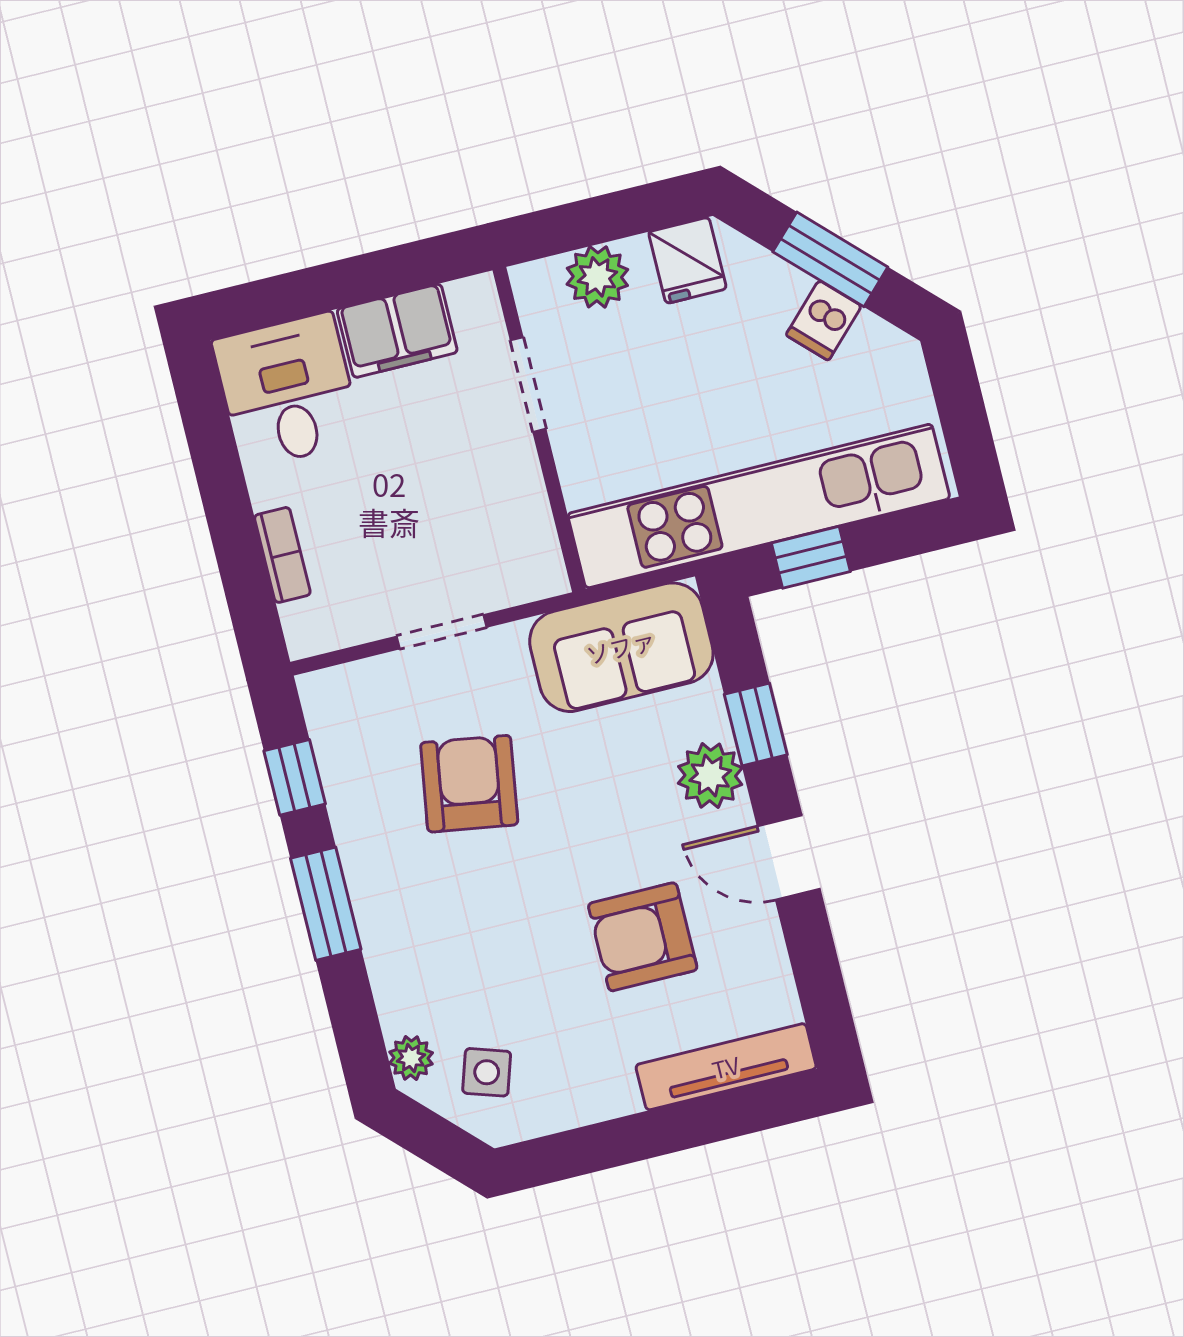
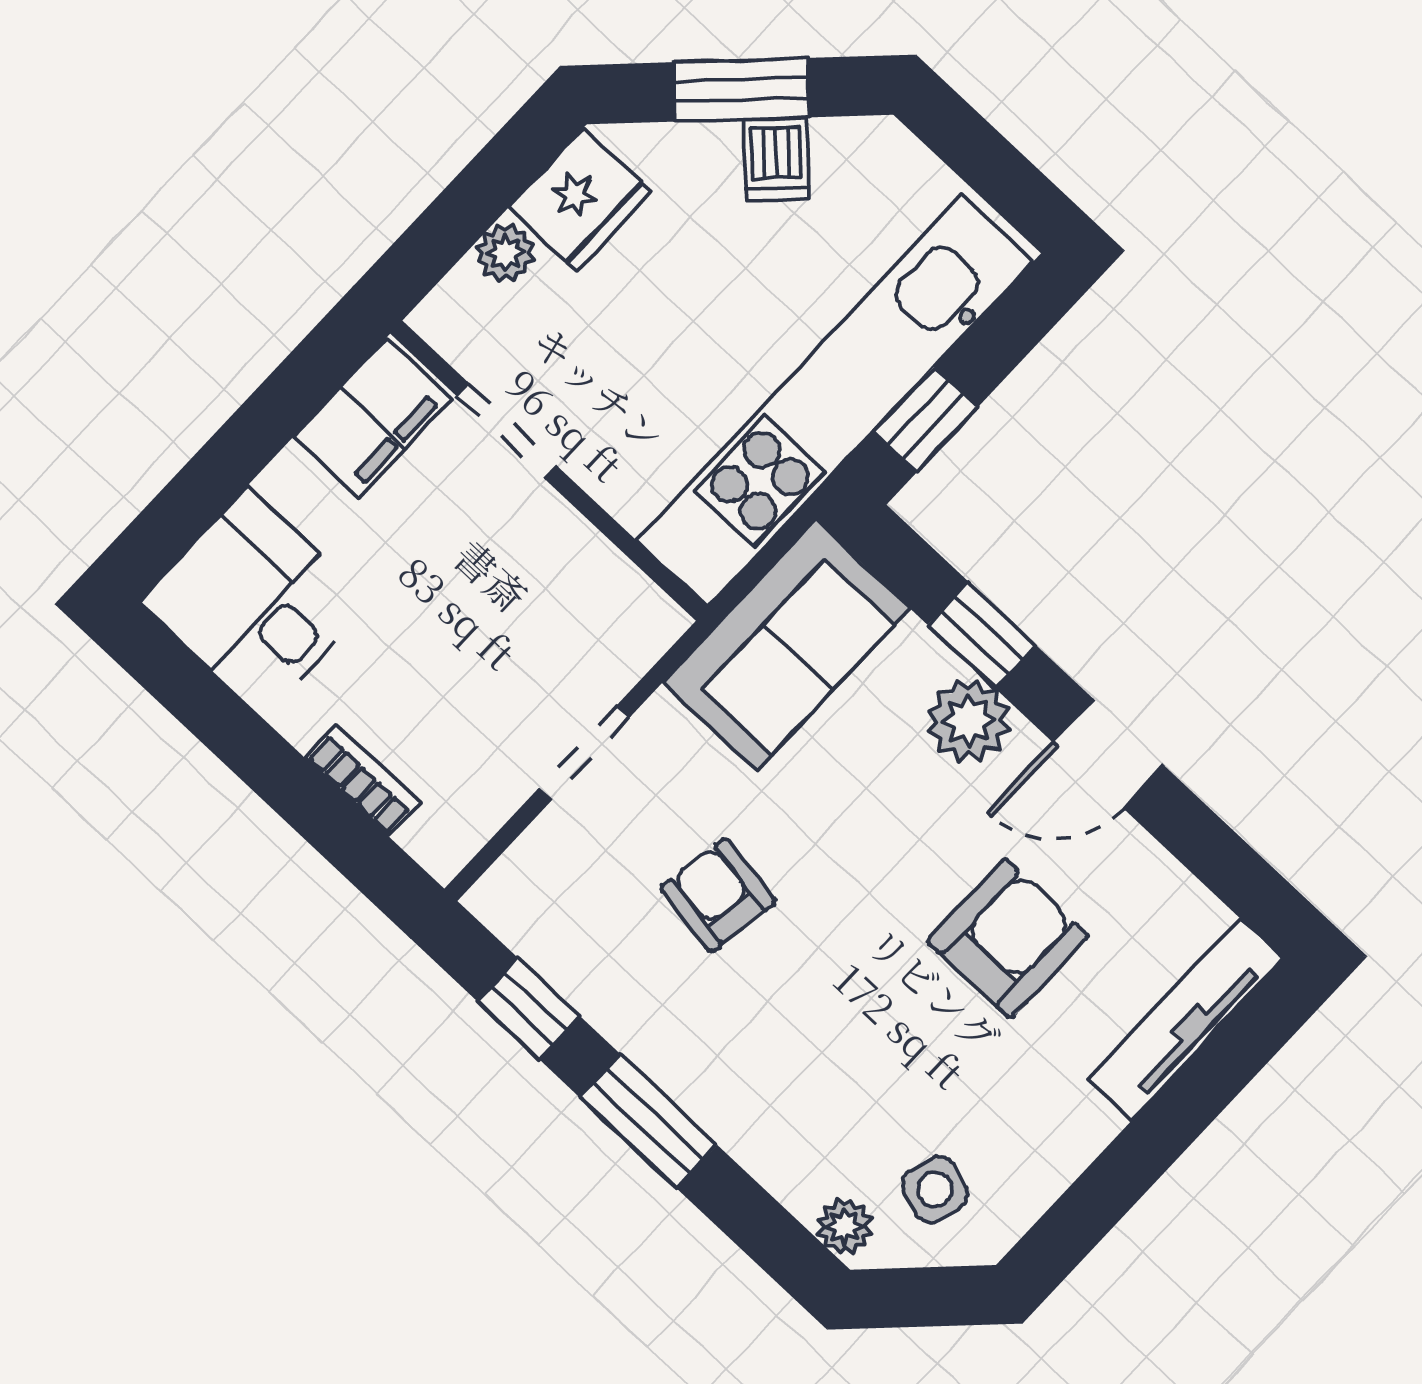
fridge: (687, 260) -> (580, 200), width x1.38
plant: (597, 277) -> (506, 253), width x0.73, depth x0.73
filing cabinet: (397, 331) -> (373, 418), moved
armchair: (469, 784) -> (718, 895), width x0.72, depth x0.72
armchair: (643, 937) -> (1008, 938), turned 180

